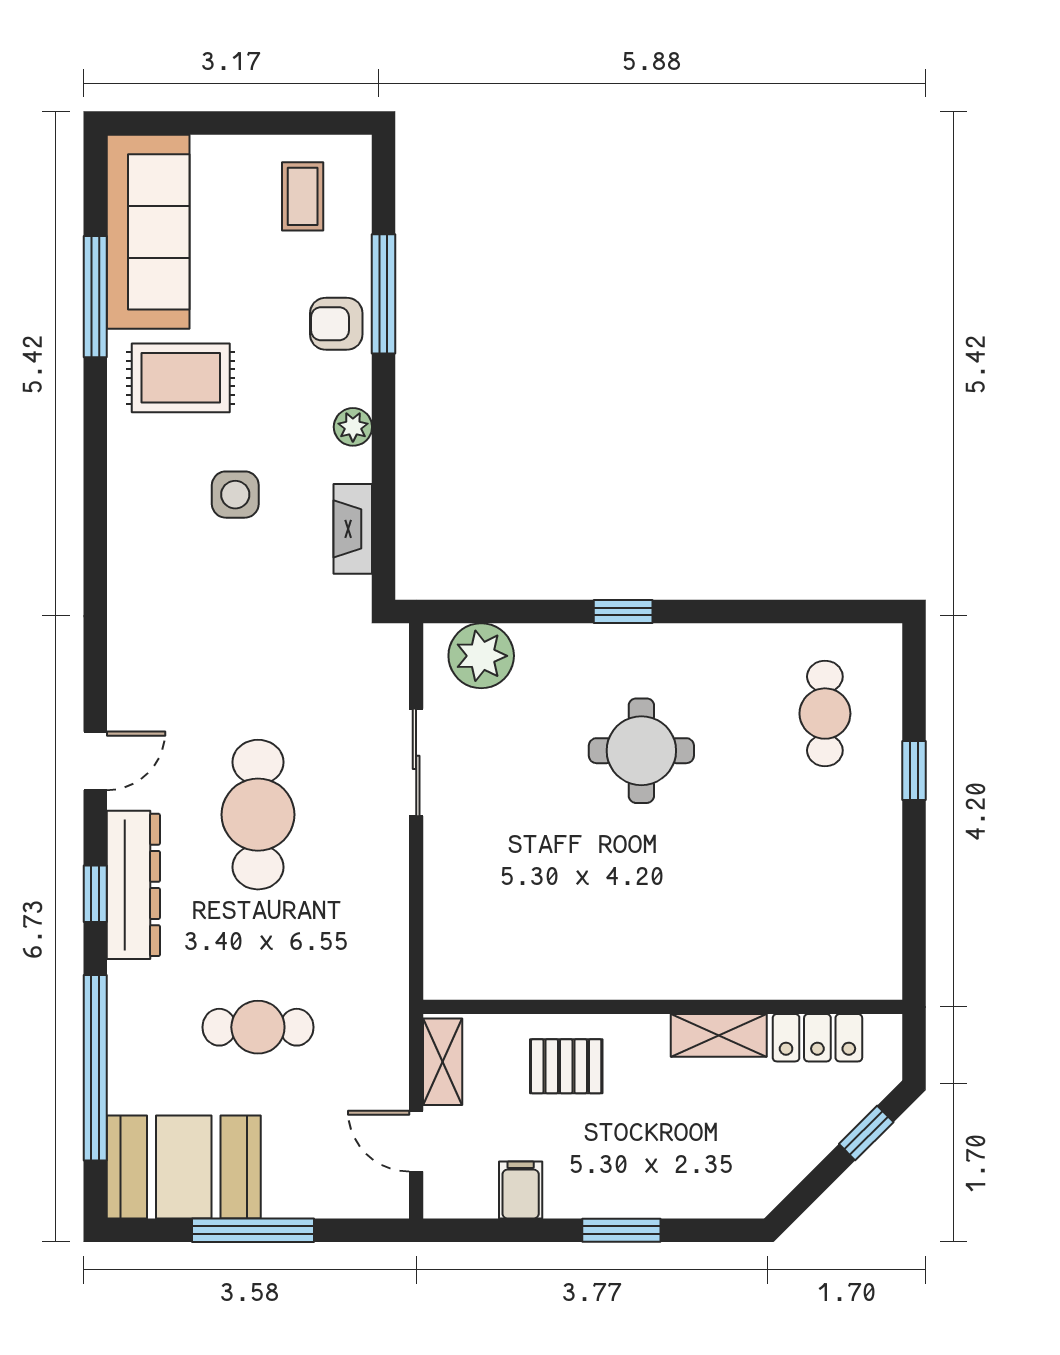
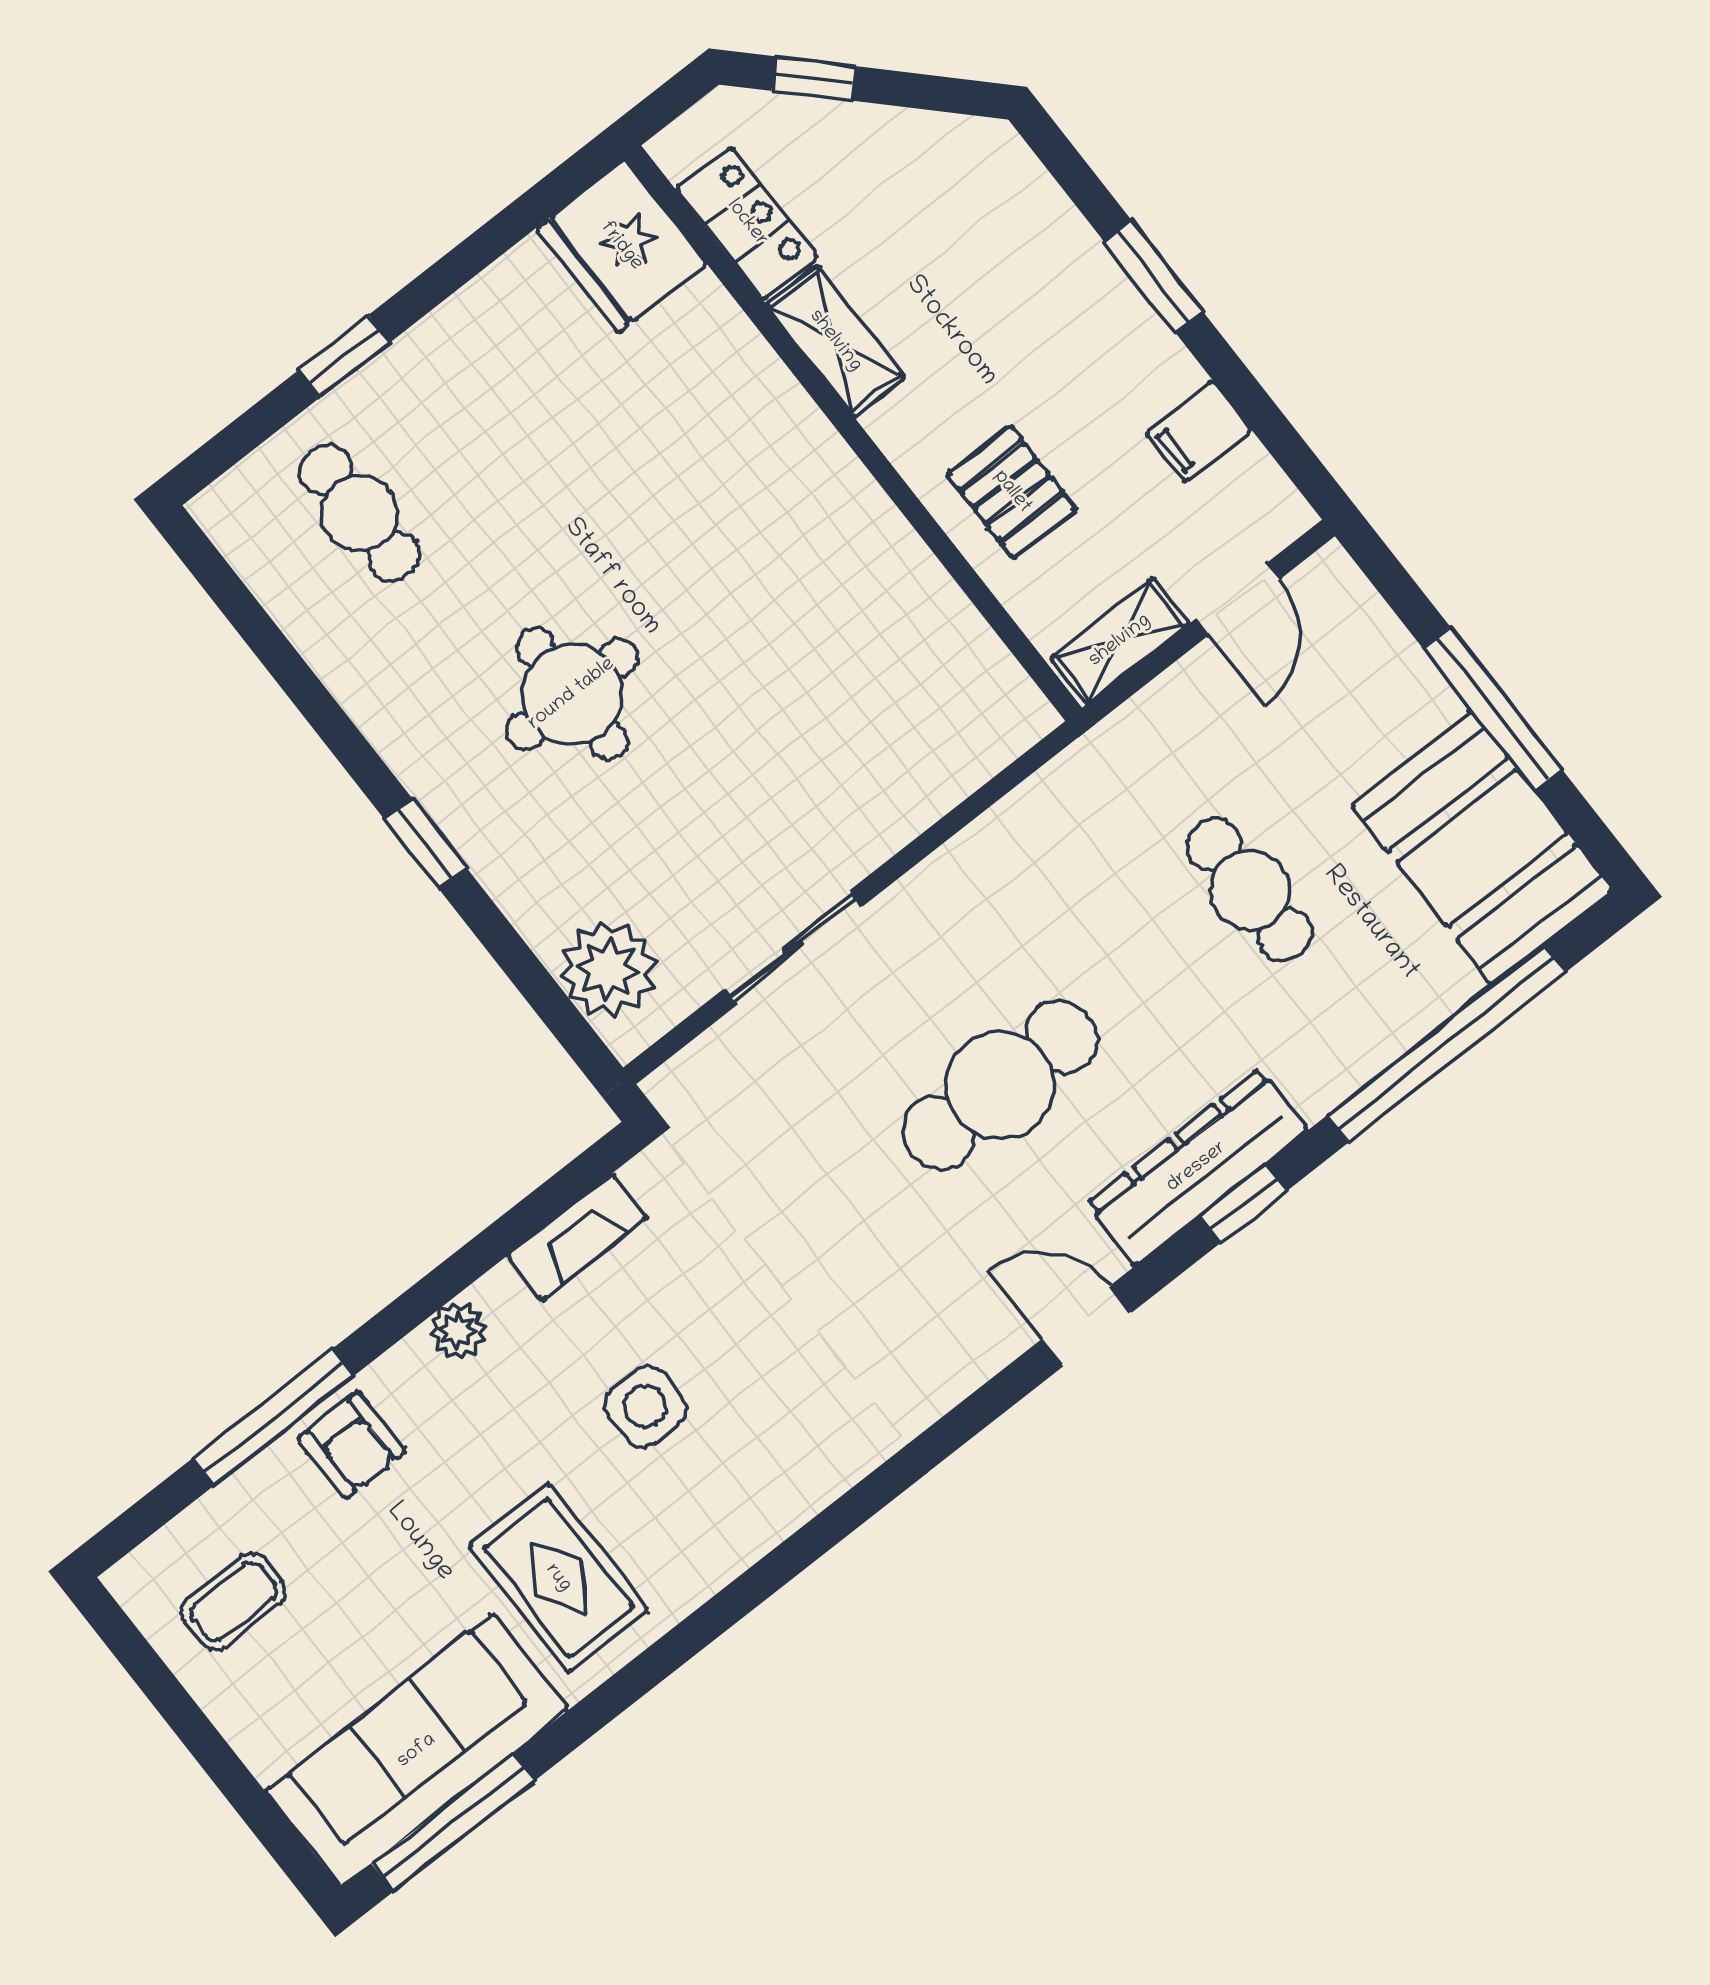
window: (95, 297) -> (454, 1822), moved
cafe table: (825, 714) -> (360, 513), turned 90
fridge: (858, 962) -> (621, 246), added

